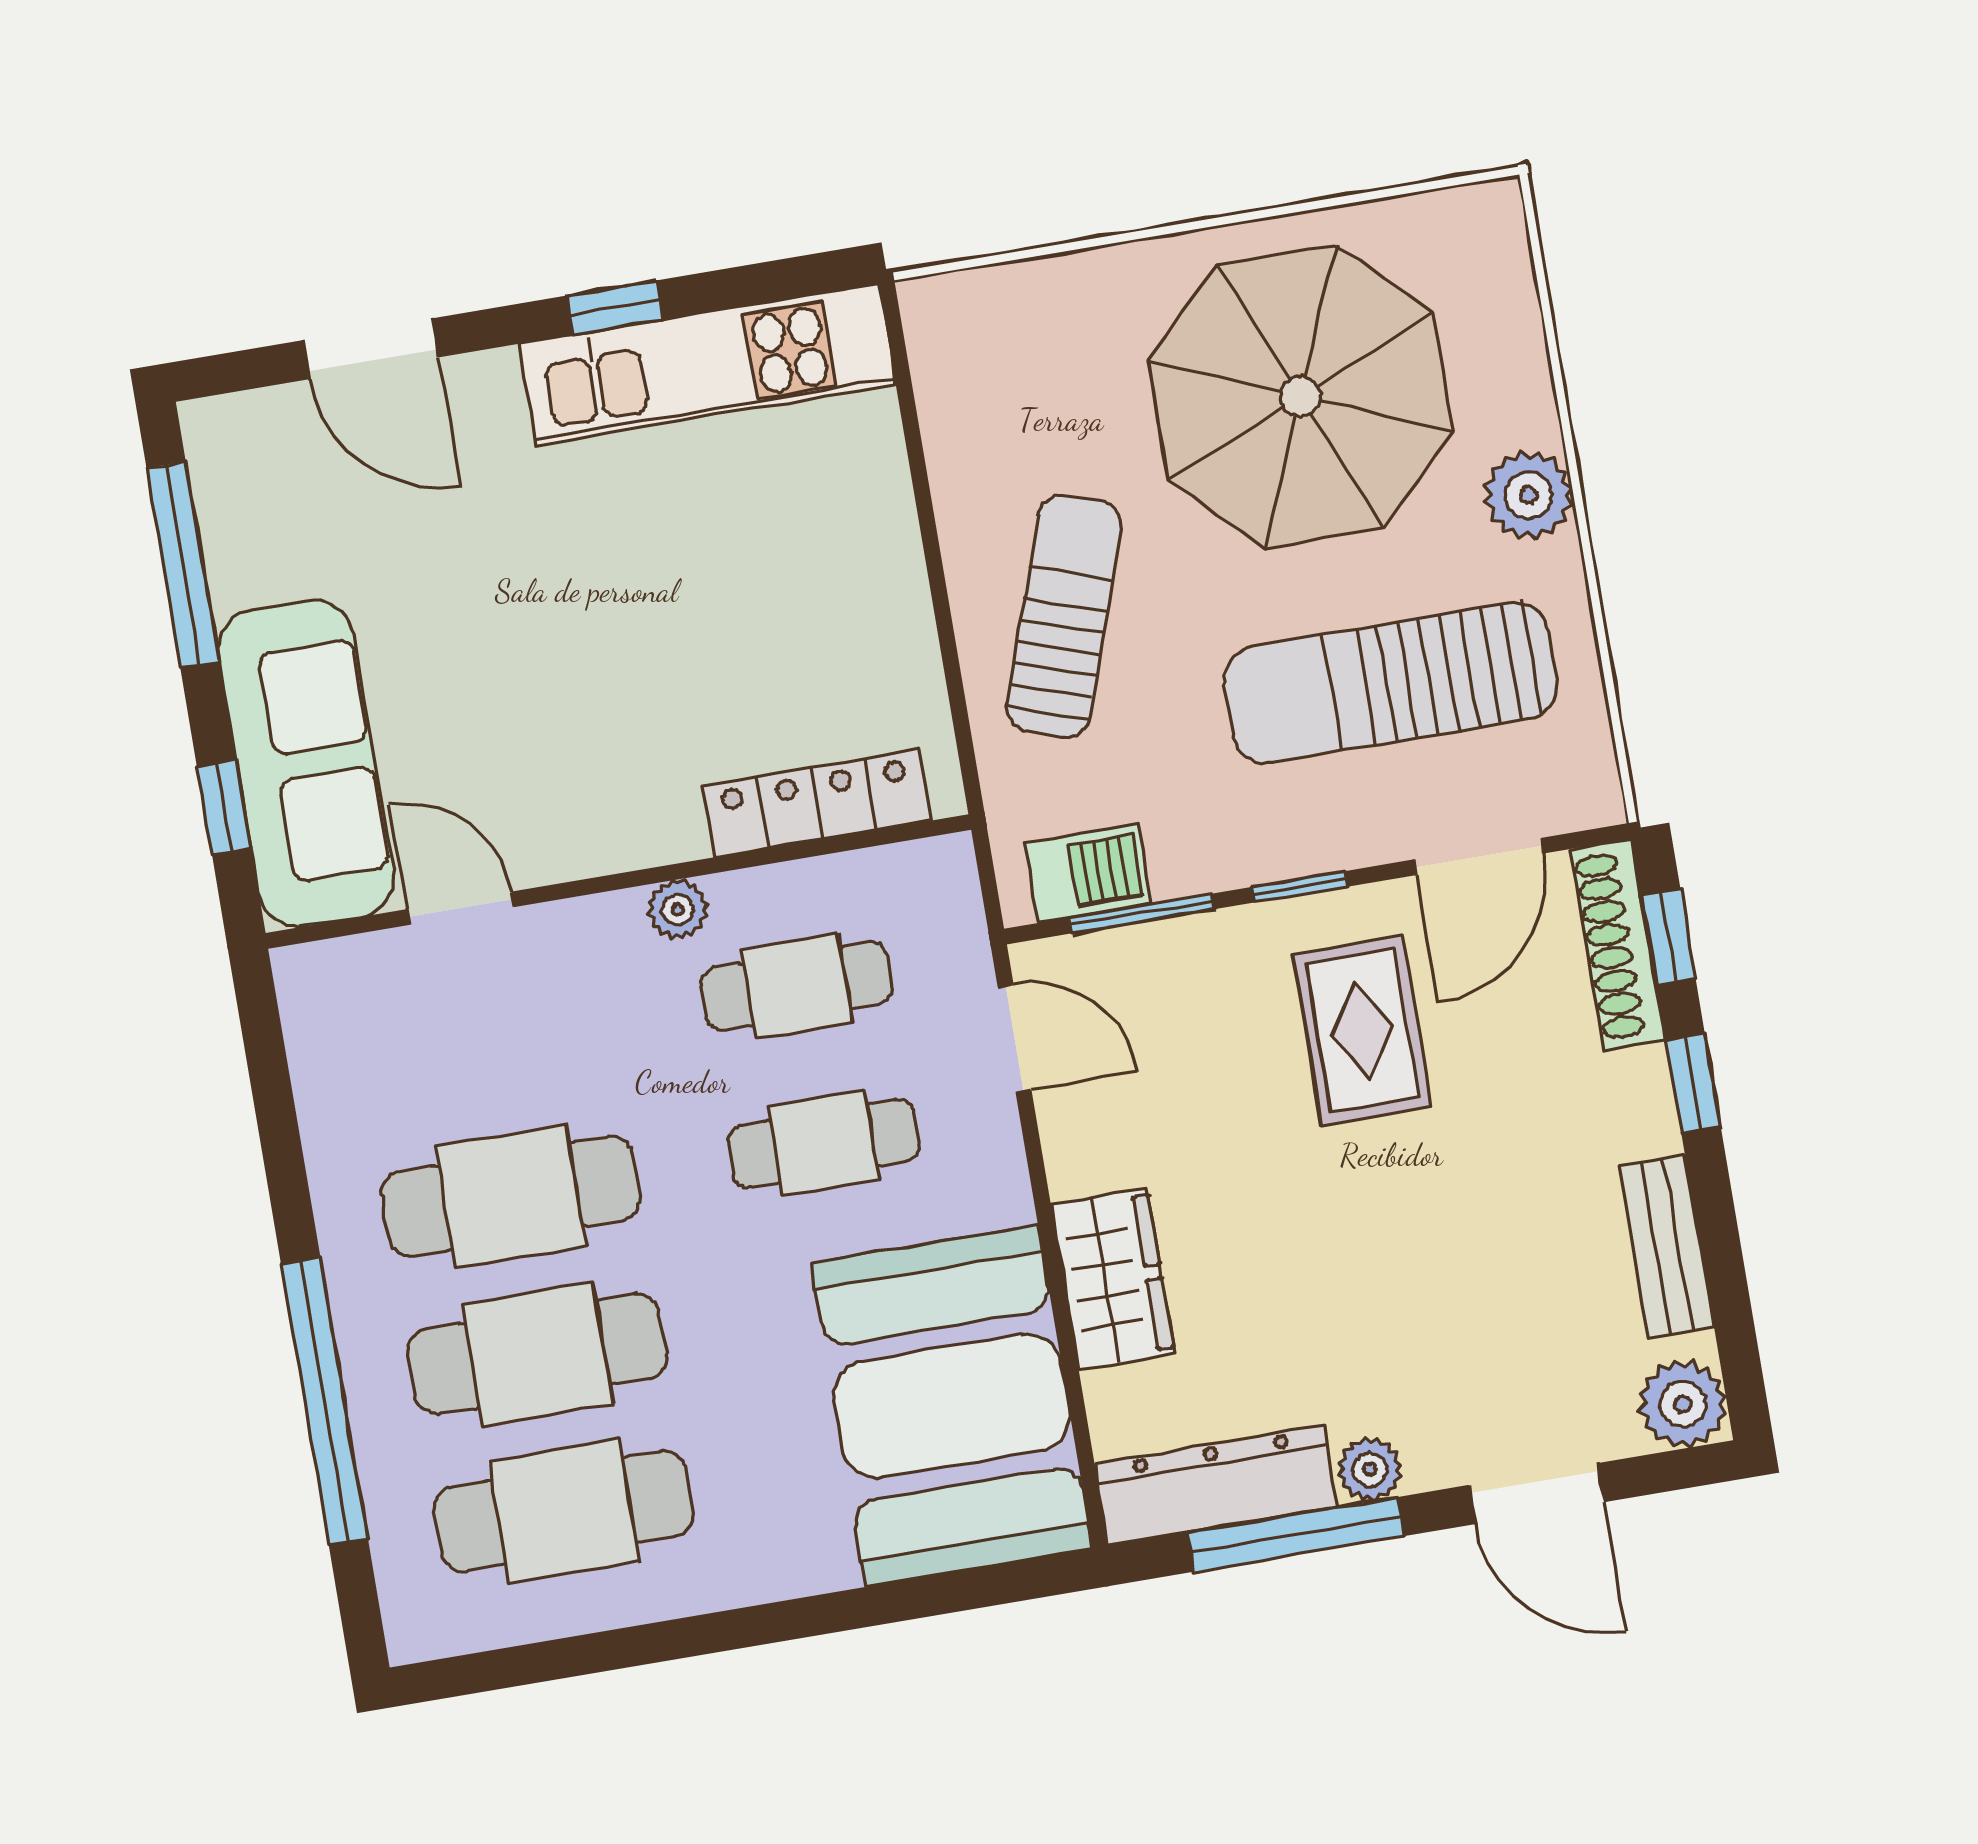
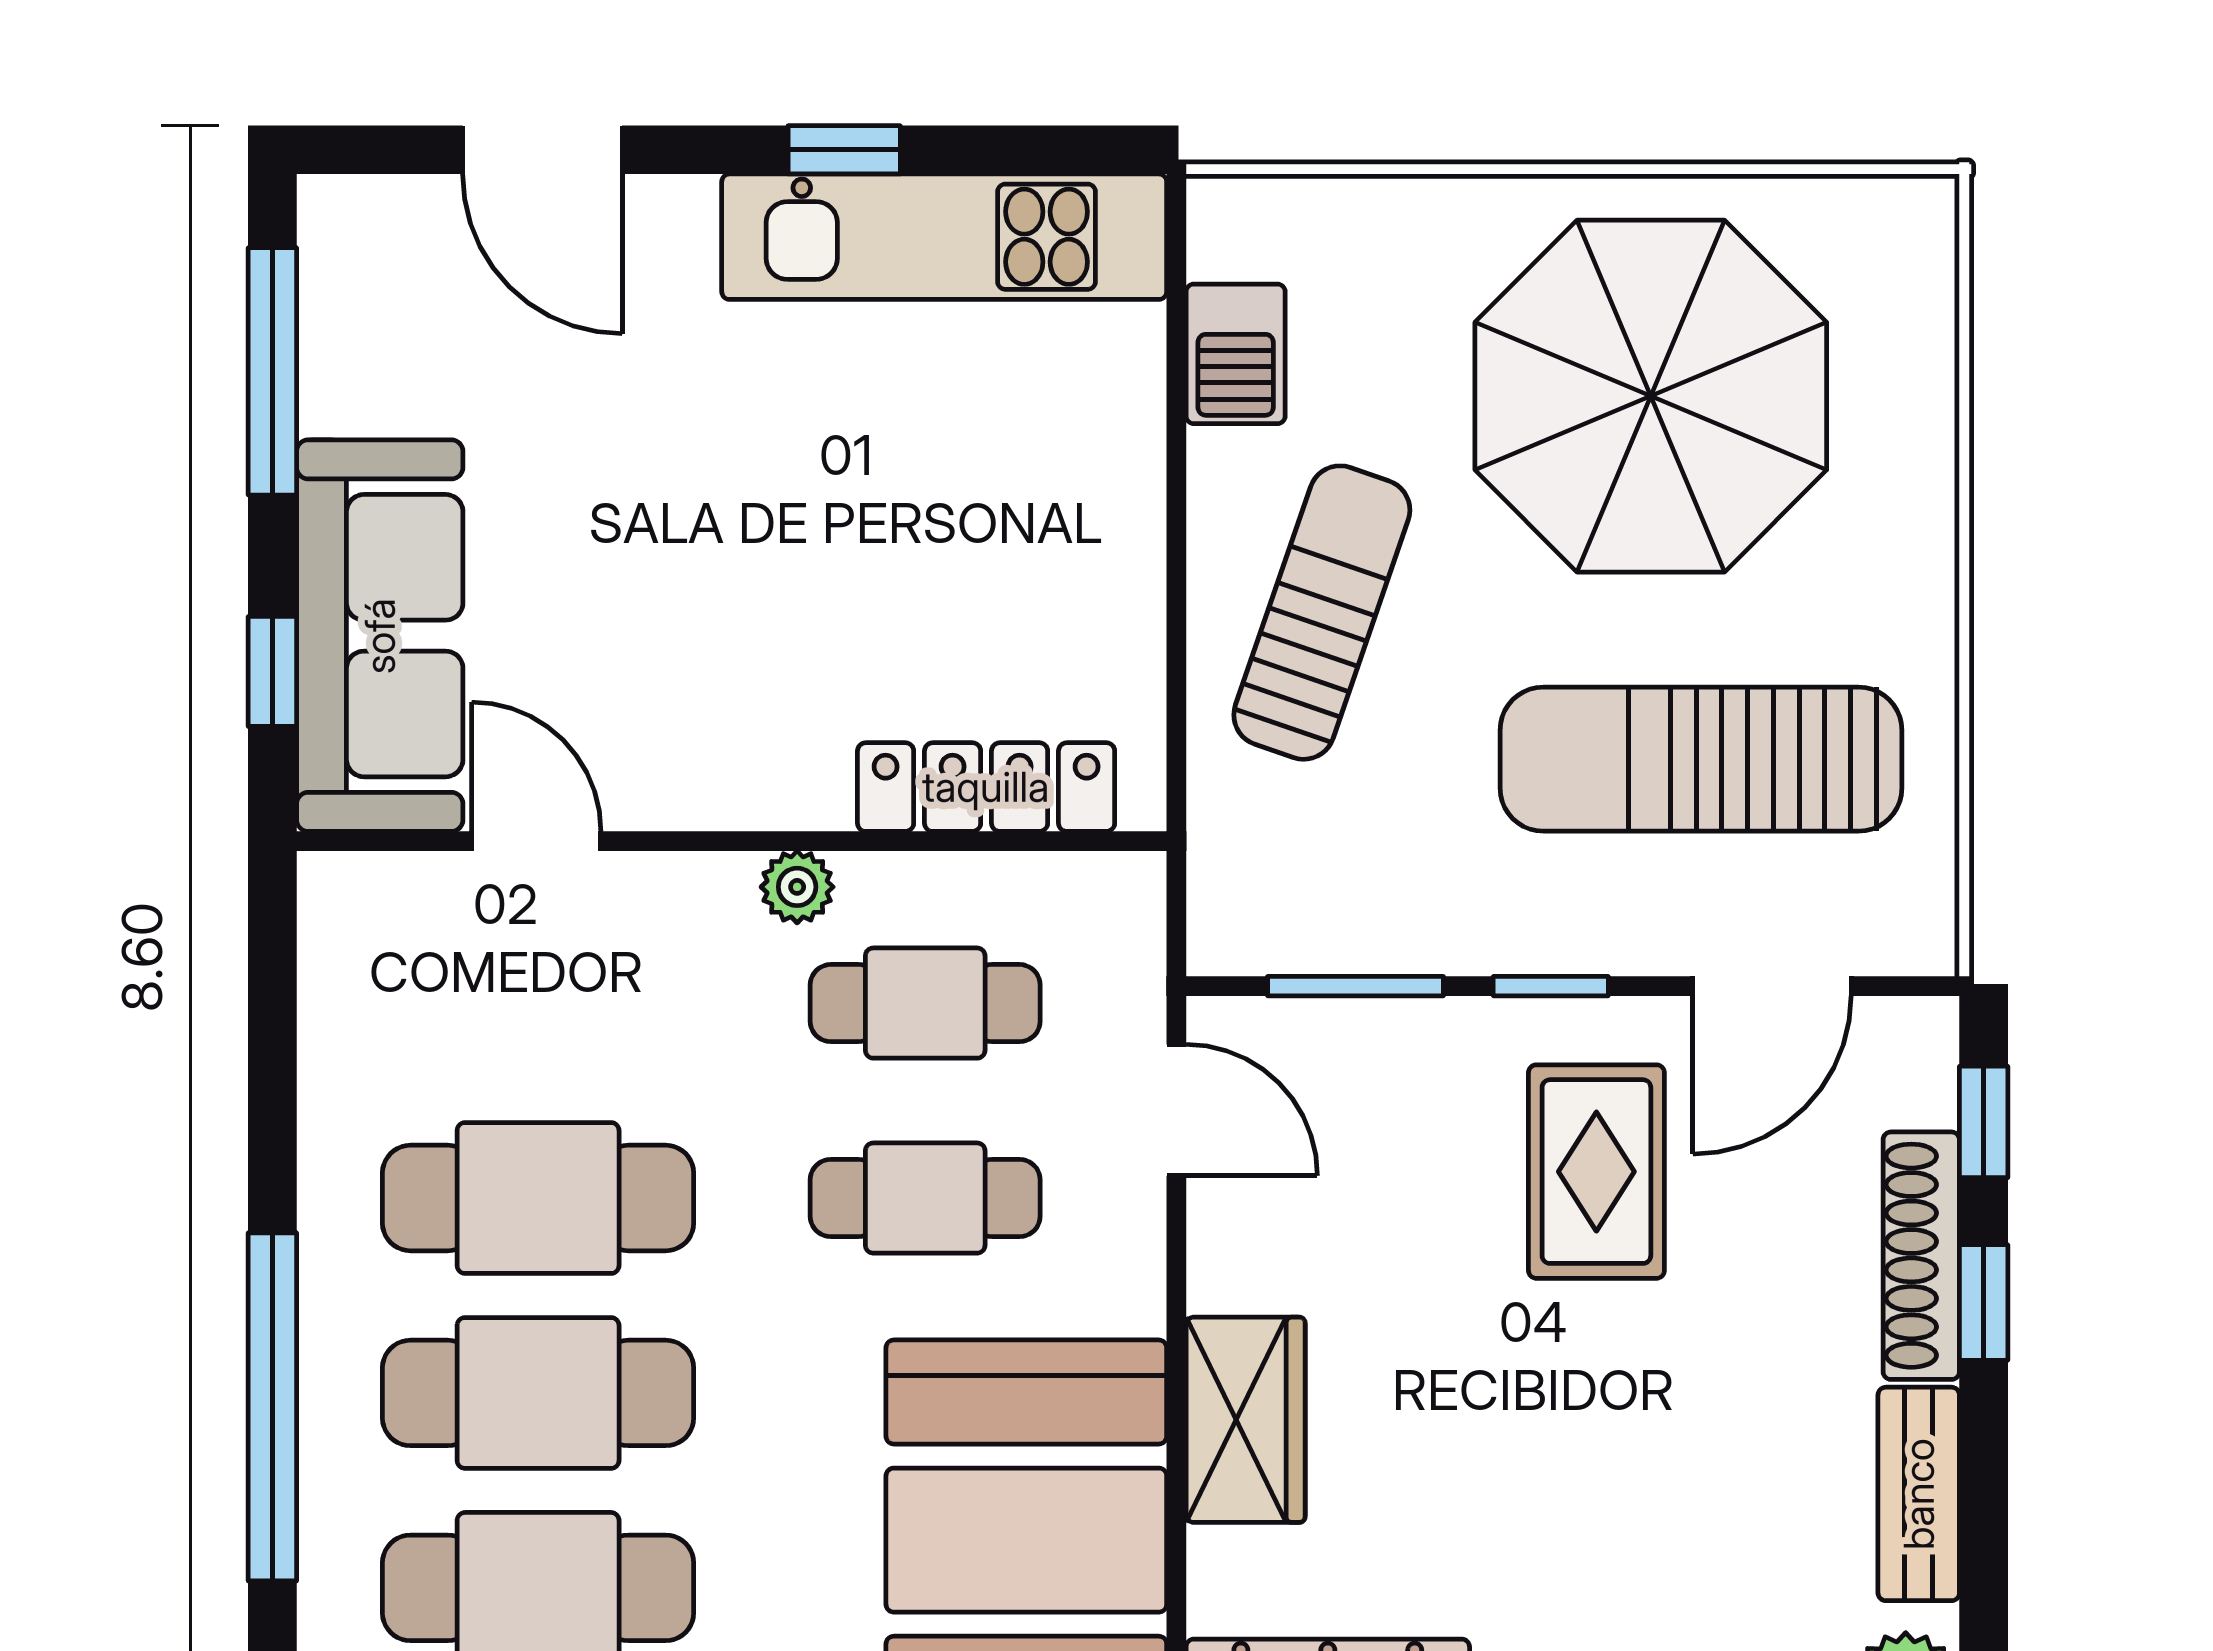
plant: (1528, 495) -> (1905, 561), removed
barbecue: (1088, 873) -> (1236, 354), moved, turned 90
shoe rack: (1618, 945) -> (1921, 1256), moved

